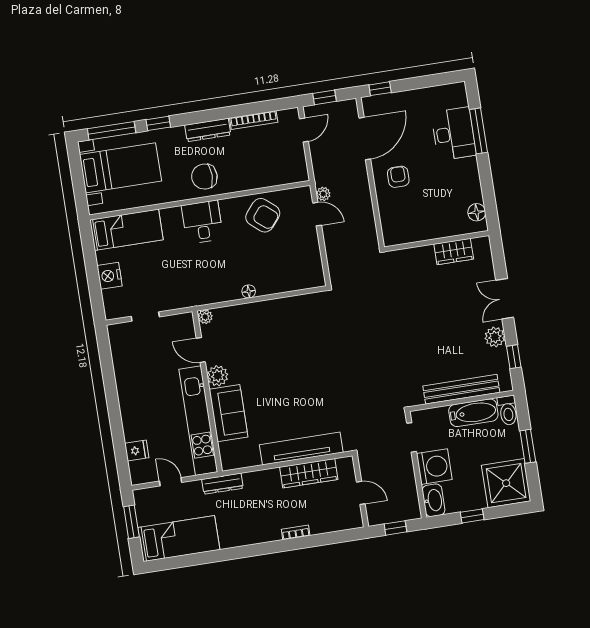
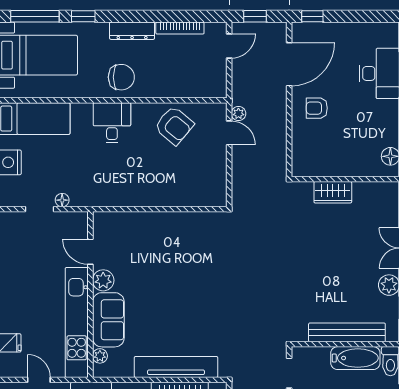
chair: (204, 177) -> (121, 77), turned 180
armchair: (398, 177) -> (317, 108), turned -90
wardrobe: (454, 252) -> (333, 192), moved
floor lamp: (249, 291) -> (62, 200), moved
plant: (205, 317) -> (100, 356), moved

